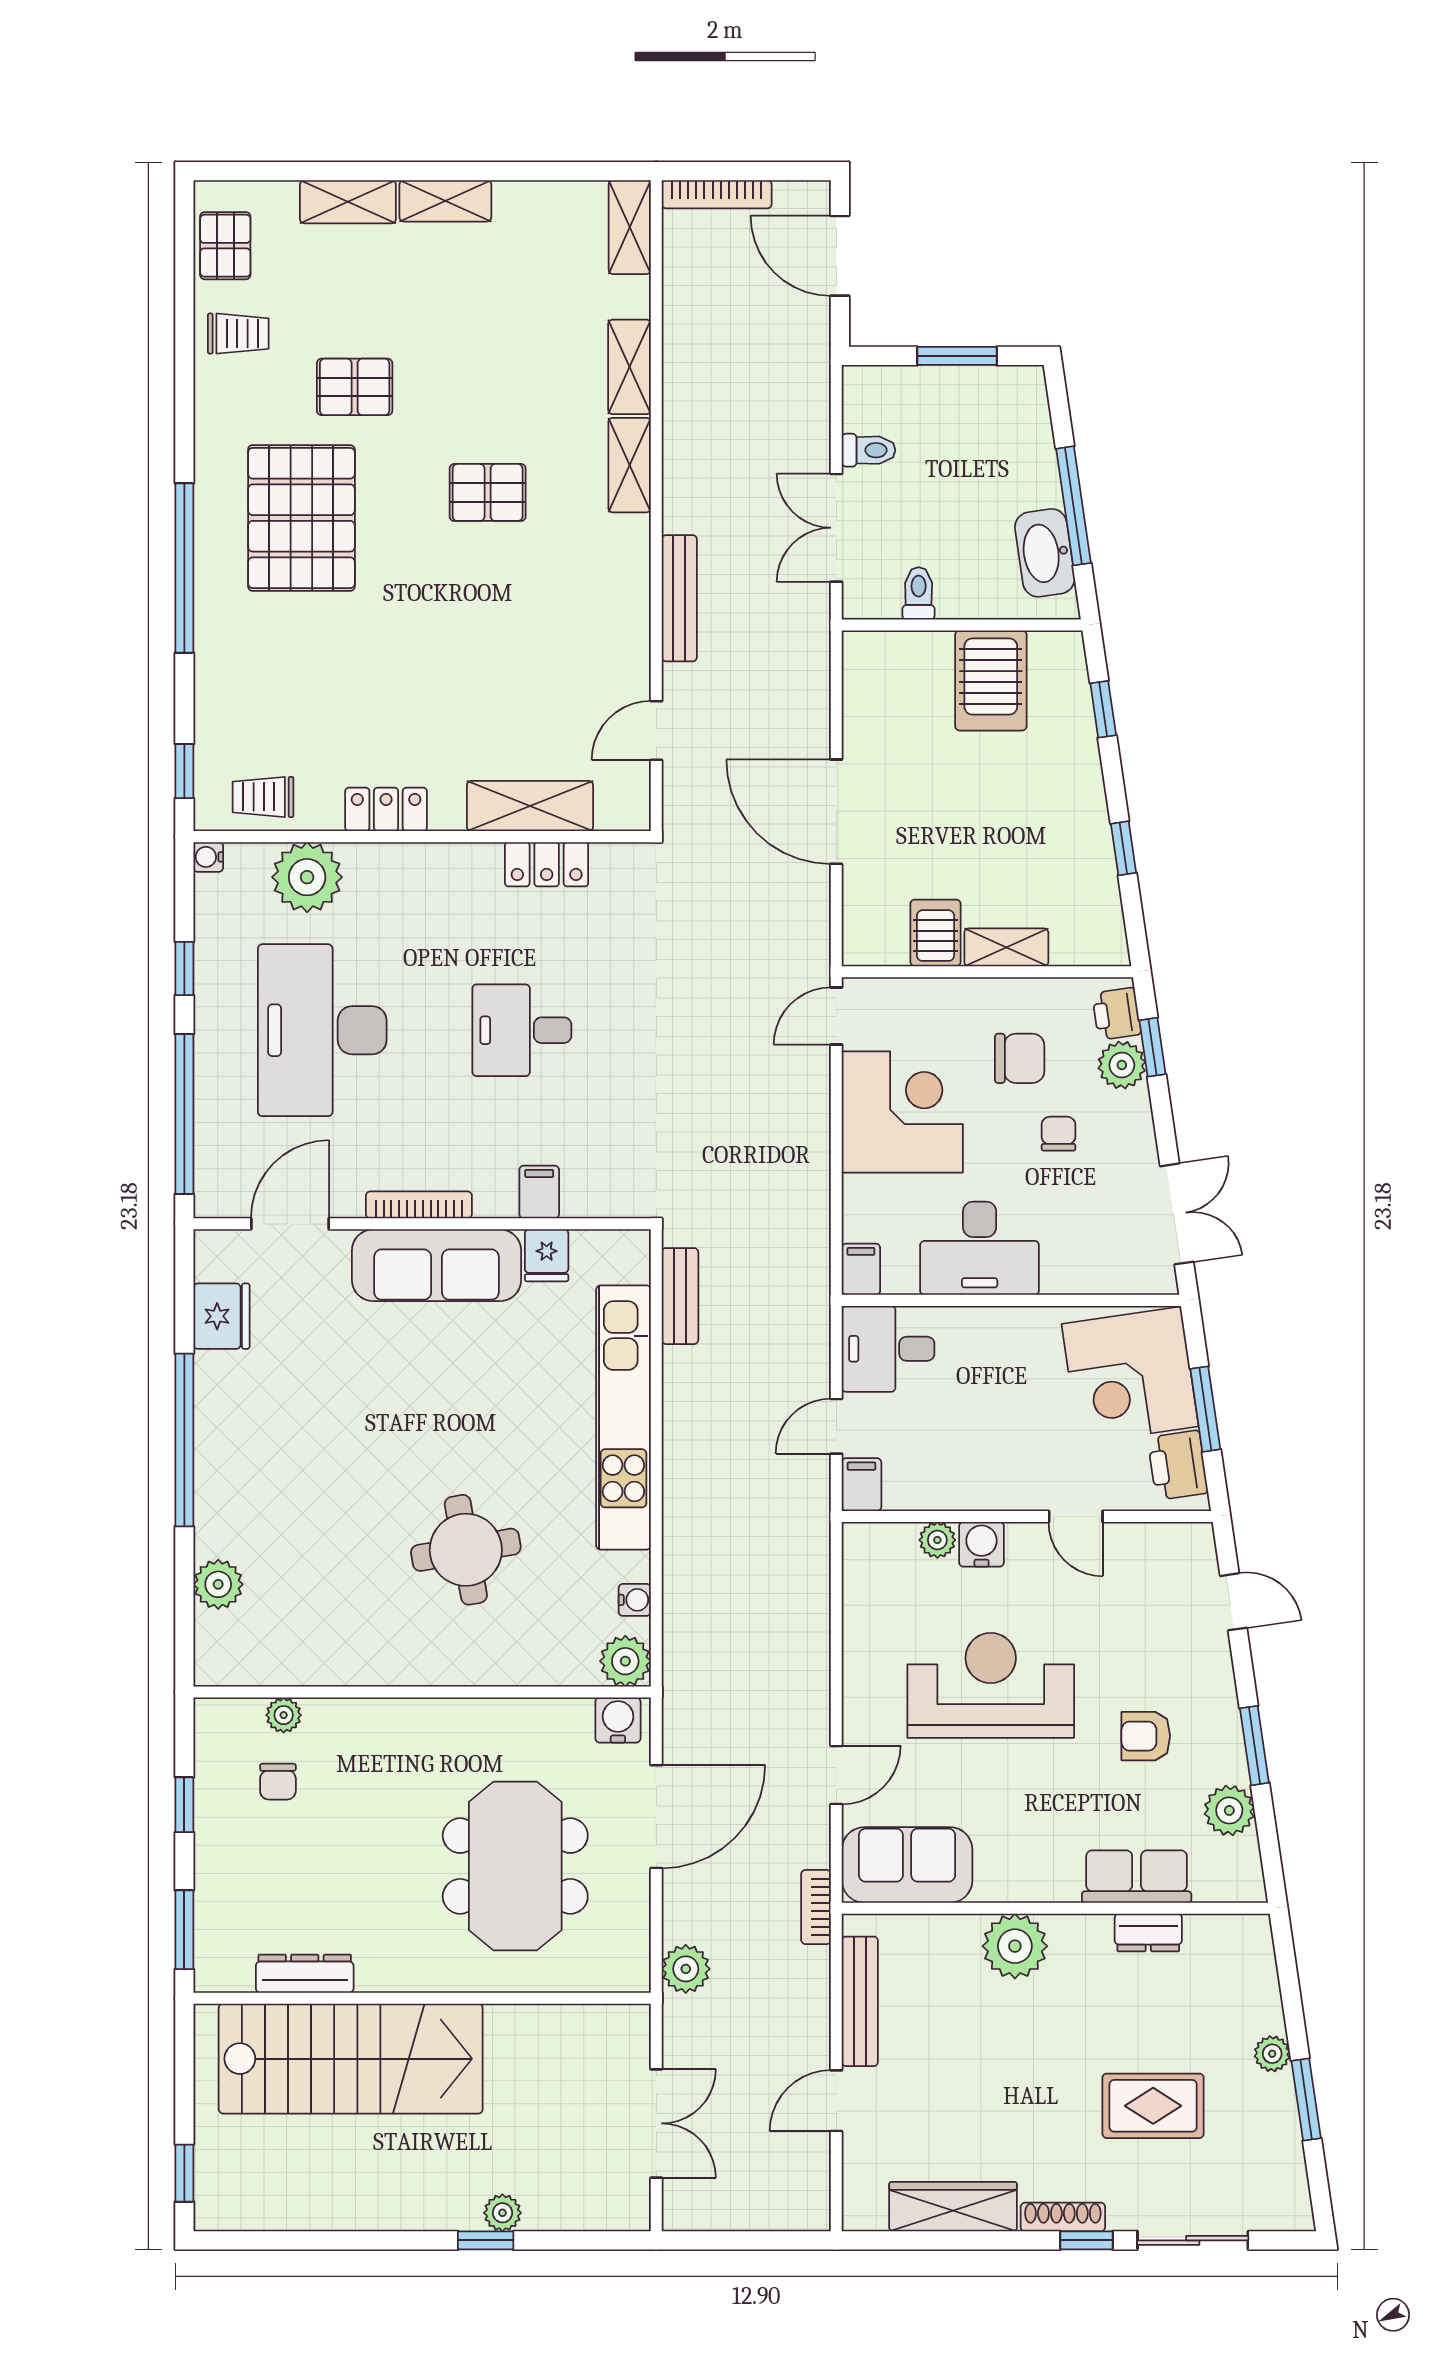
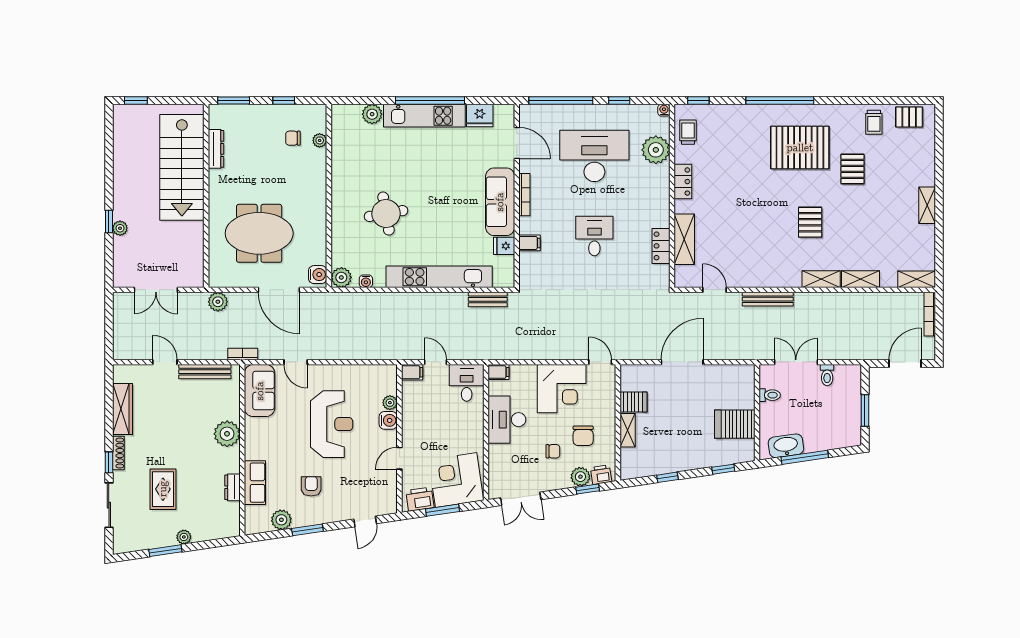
shelving: (348, 202) -> (927, 166), removed
kitchen unit: (222, 1454) -> (424, 116), added

